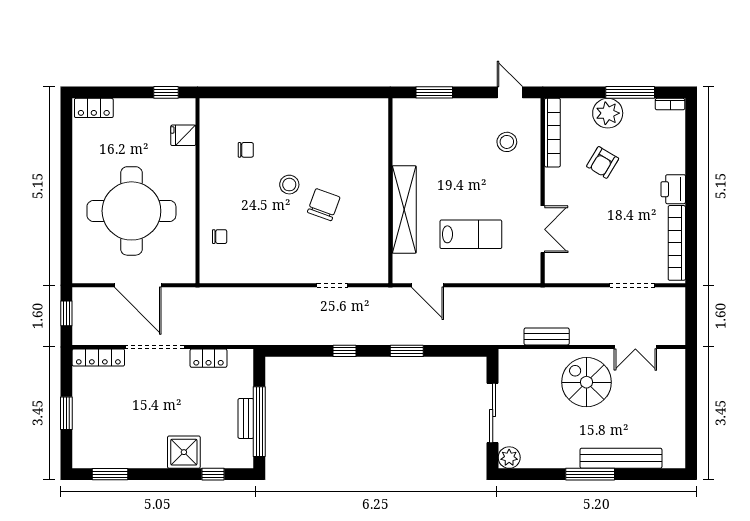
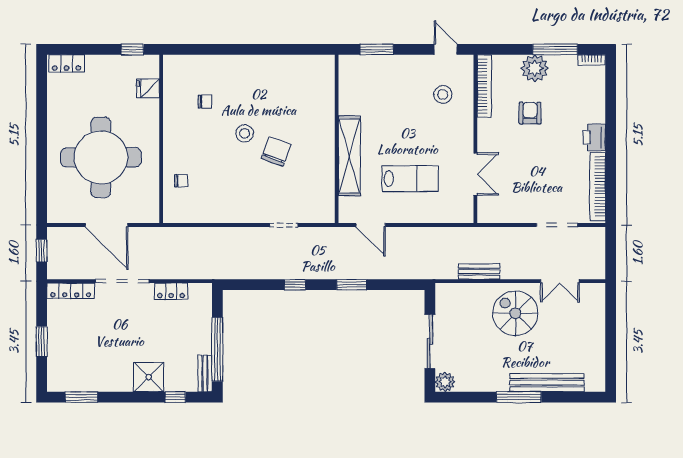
armchair: (603, 162) -> (530, 113), turned 149
bench: (246, 418) -> (205, 374), moved

